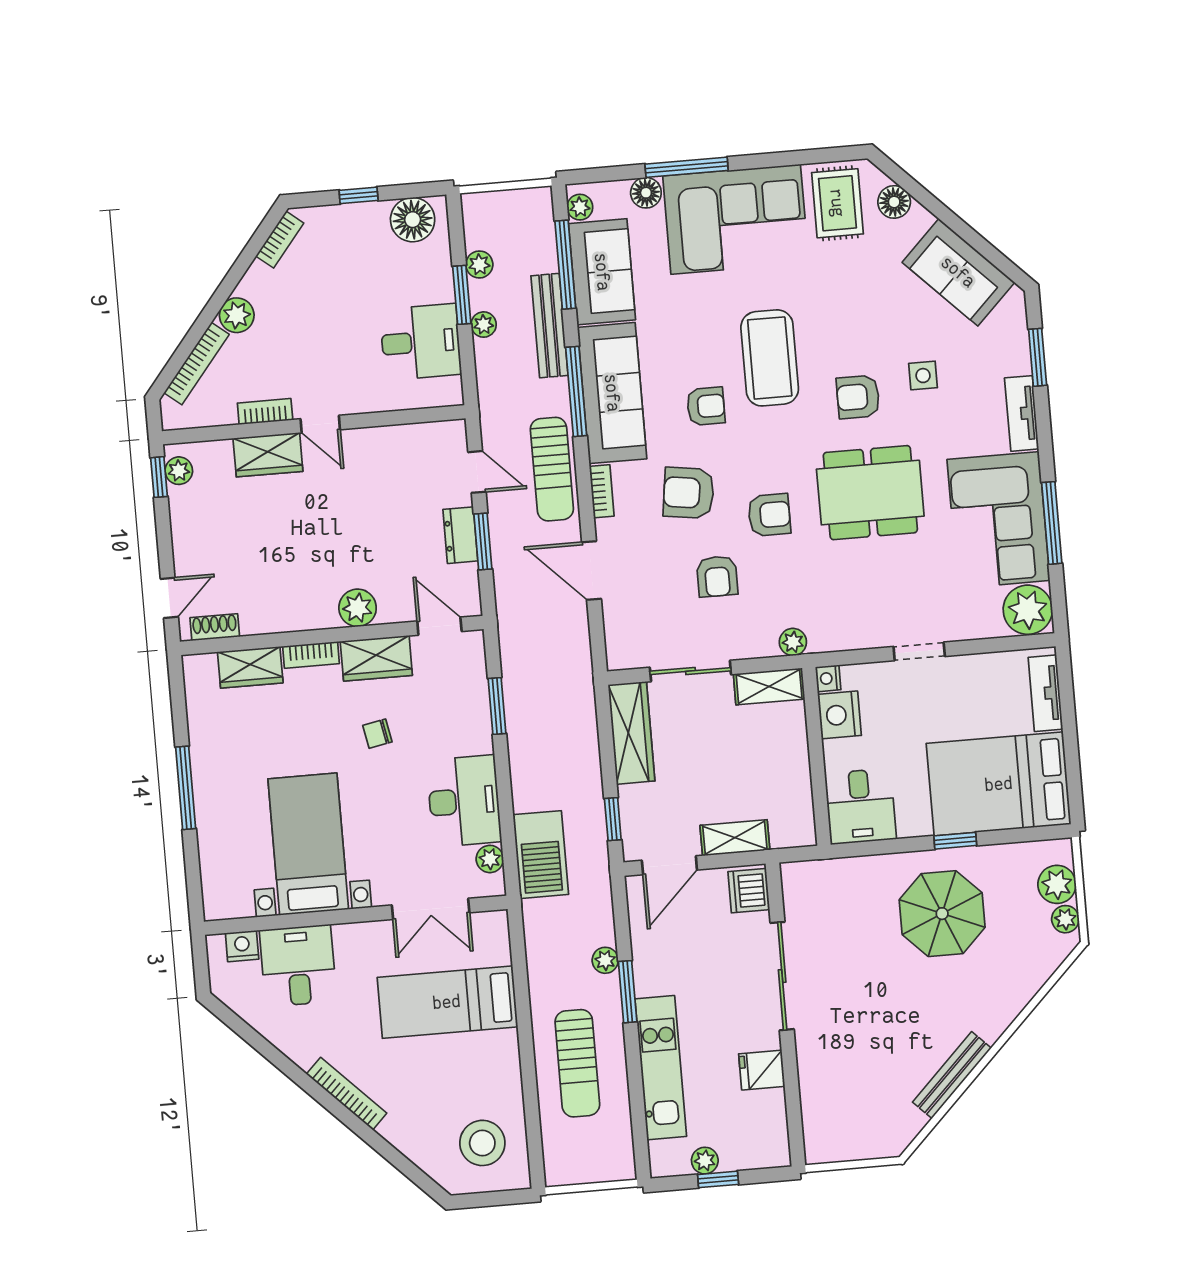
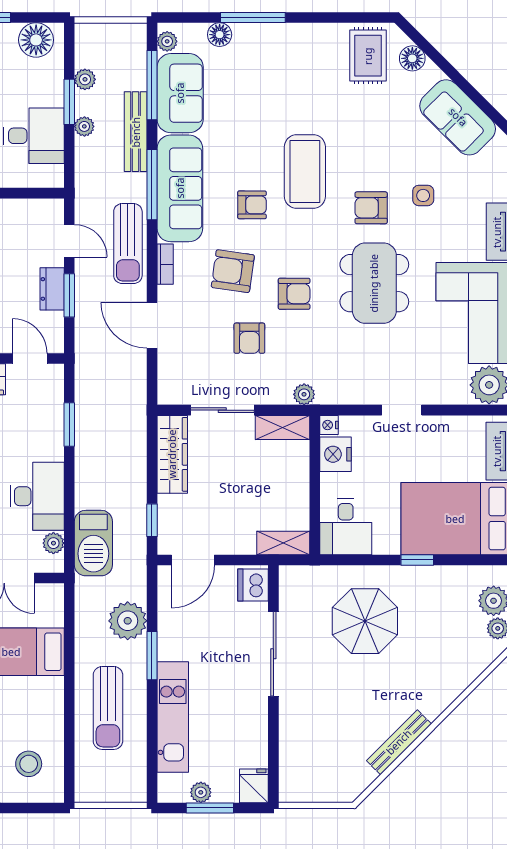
corner sofa: (736, 219) -> (288, 61), removed
dining table: (870, 493) -> (374, 283), turned 90
shelving: (735, 838) -> (283, 543), moved
parasol: (942, 914) -> (365, 621), moved
plant: (605, 960) -> (128, 621), width x1.88, depth x1.88
fridge: (762, 1070) -> (254, 786), moved, turned 90
stool: (482, 1143) -> (29, 764), width x0.73, depth x0.73
window: (718, 1179) -> (210, 808), width x1.50

